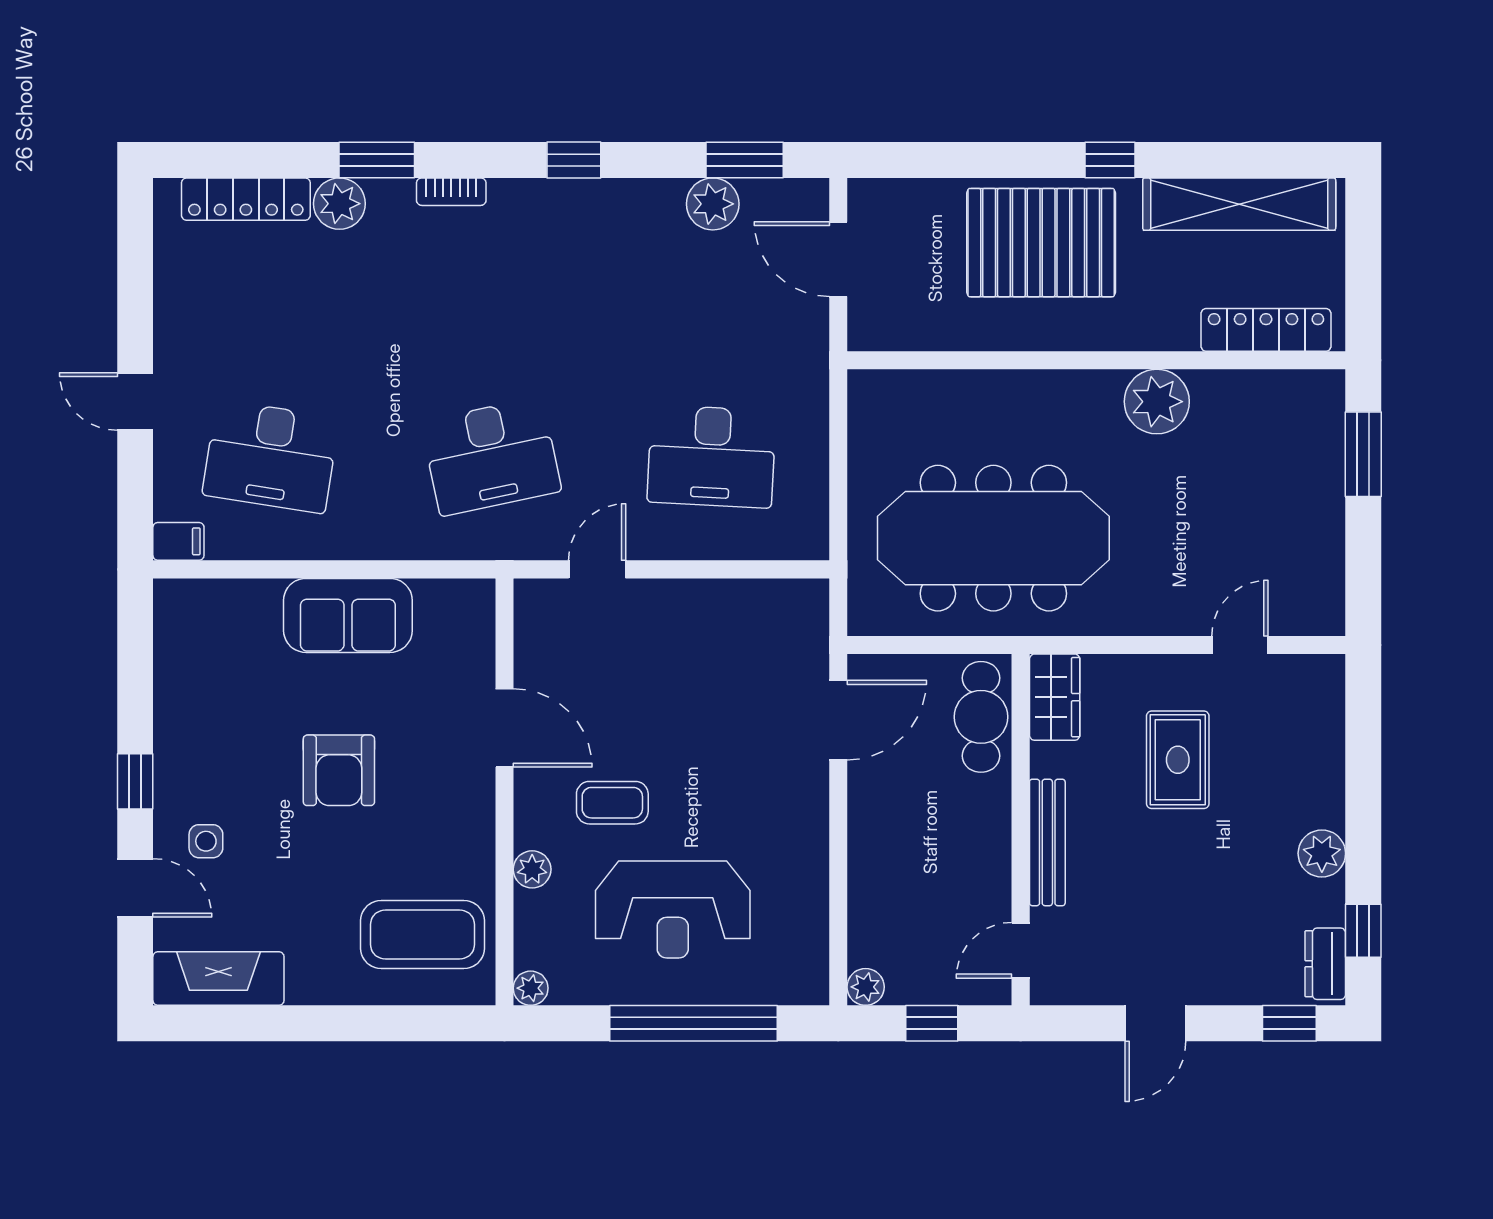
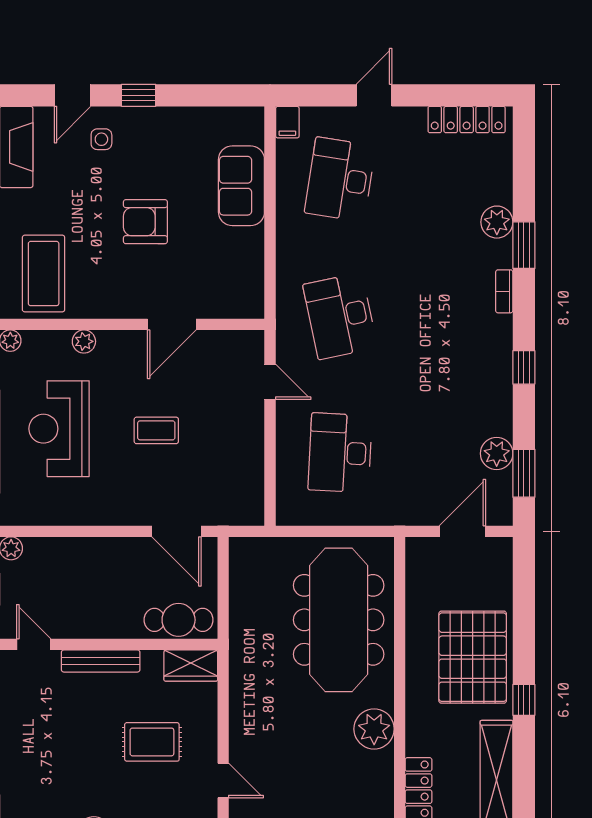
locker: (246, 199) -> (467, 120), moved, turned -90
meeting table: (993, 538) -> (339, 620), moved
sofa: (348, 615) -> (241, 186), moved
coffee table: (612, 803) -> (156, 430), moved, turned 90

